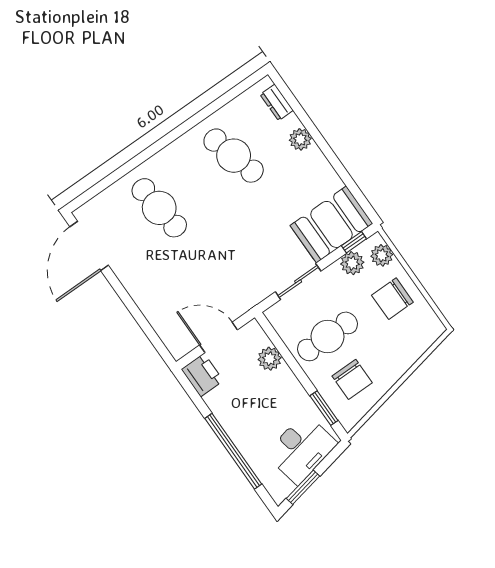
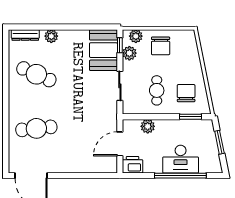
dresser: (277, 102) -> (25, 35), width x1.44
cafe table: (234, 156) -> (36, 74), turned 39
cafe table: (328, 336) -> (157, 90), width x0.73, depth x0.74
chair: (352, 379) -> (186, 93), turned -90
desk: (301, 449) -> (181, 159), moved, turned 101
window: (303, 487) -> (219, 142), moved

